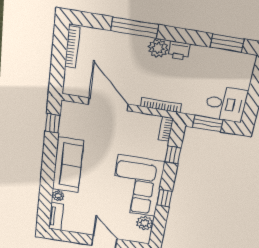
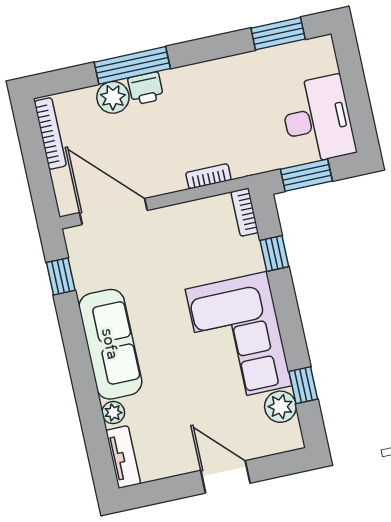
plant: (158, 48) -> (113, 97), moved
printer: (179, 51) -> (146, 88), moved
door: (108, 104) -> (113, 211), moved
desk: (226, 104) -> (318, 120), width x1.37
bookcase: (161, 105) -> (208, 176), width x0.64
window: (164, 198) -> (303, 385), moved

